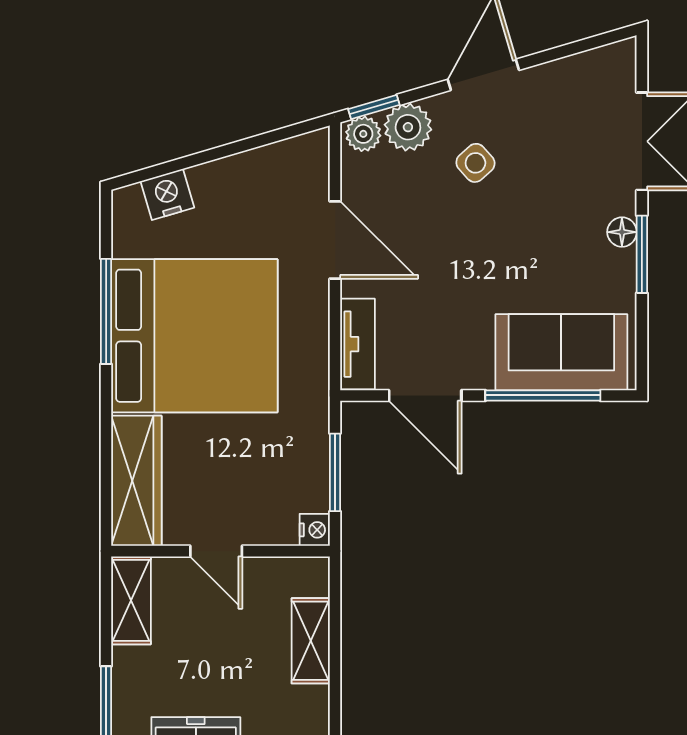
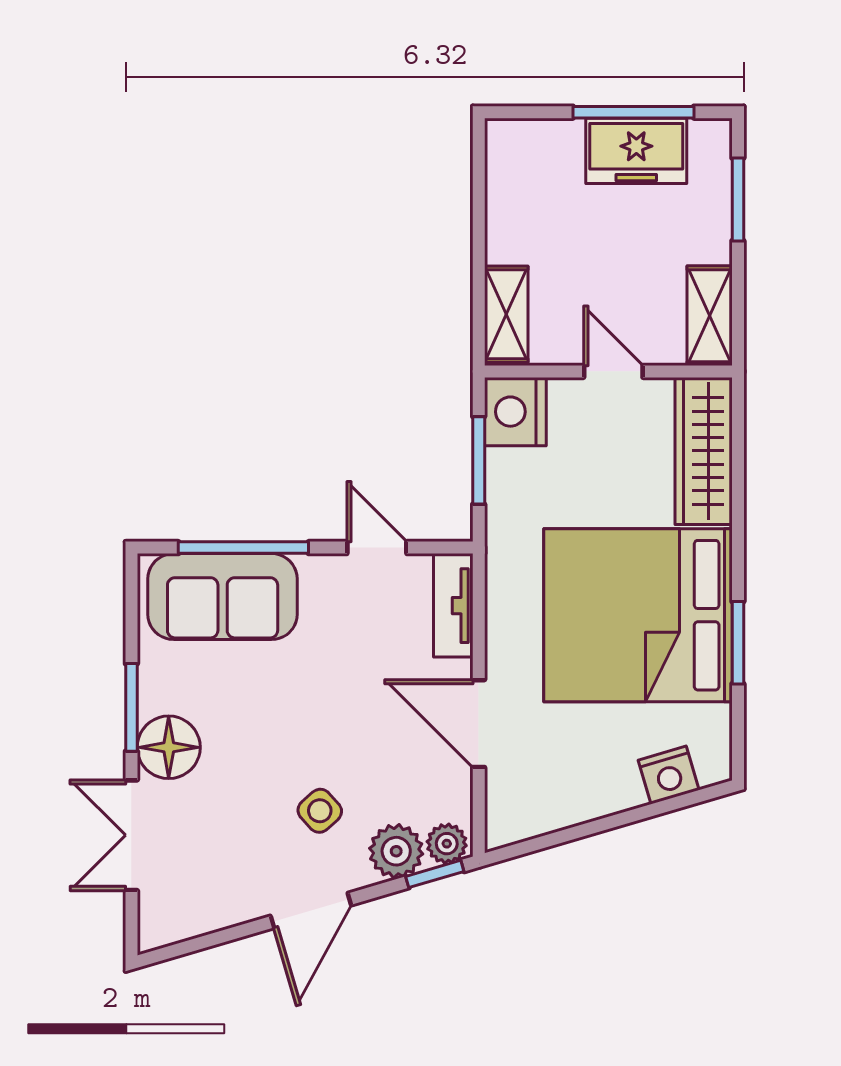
floor lamp: (622, 232) -> (169, 747), width x1.89, depth x1.89
window: (106, 311) -> (738, 643), width x0.69
door: (425, 395) -> (377, 548), width x0.73
nightstand: (315, 530) -> (515, 412), width x1.89, depth x1.79
shelving: (311, 641) -> (506, 314), moved

